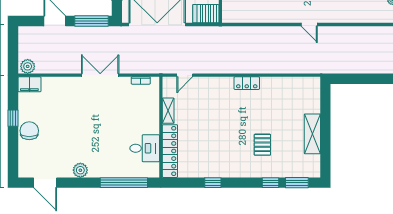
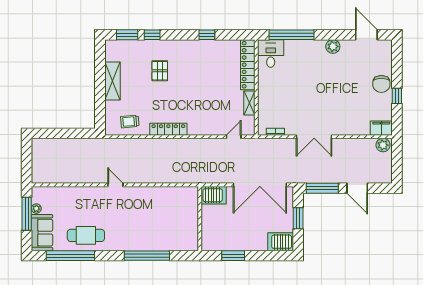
locker: (247, 83) -> (168, 129), width x1.53
trolley: (294, 91) -> (130, 122), added
desk: (145, 148) -> (271, 53), moved, turned 90

